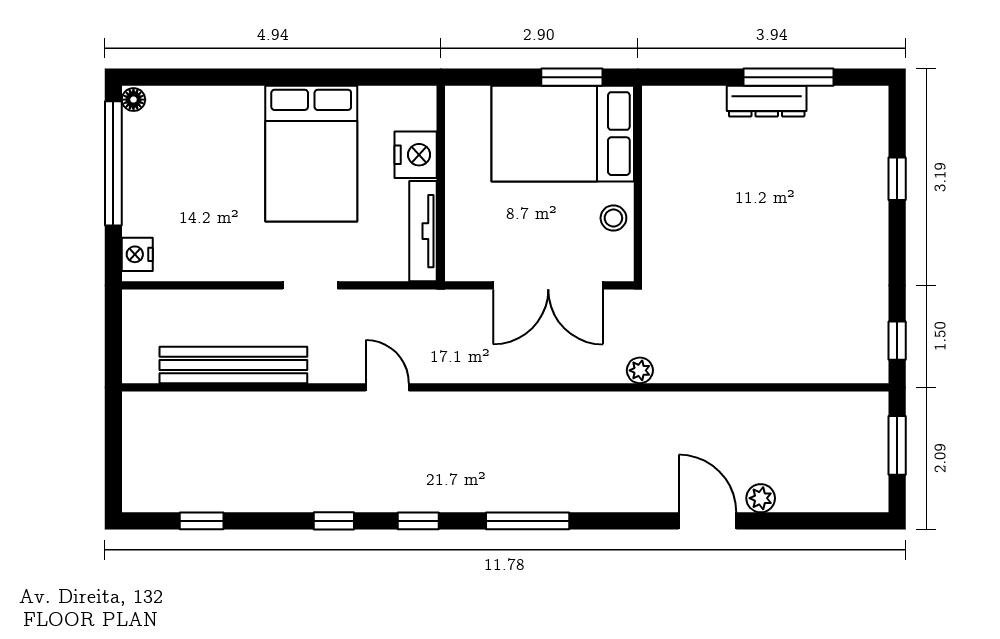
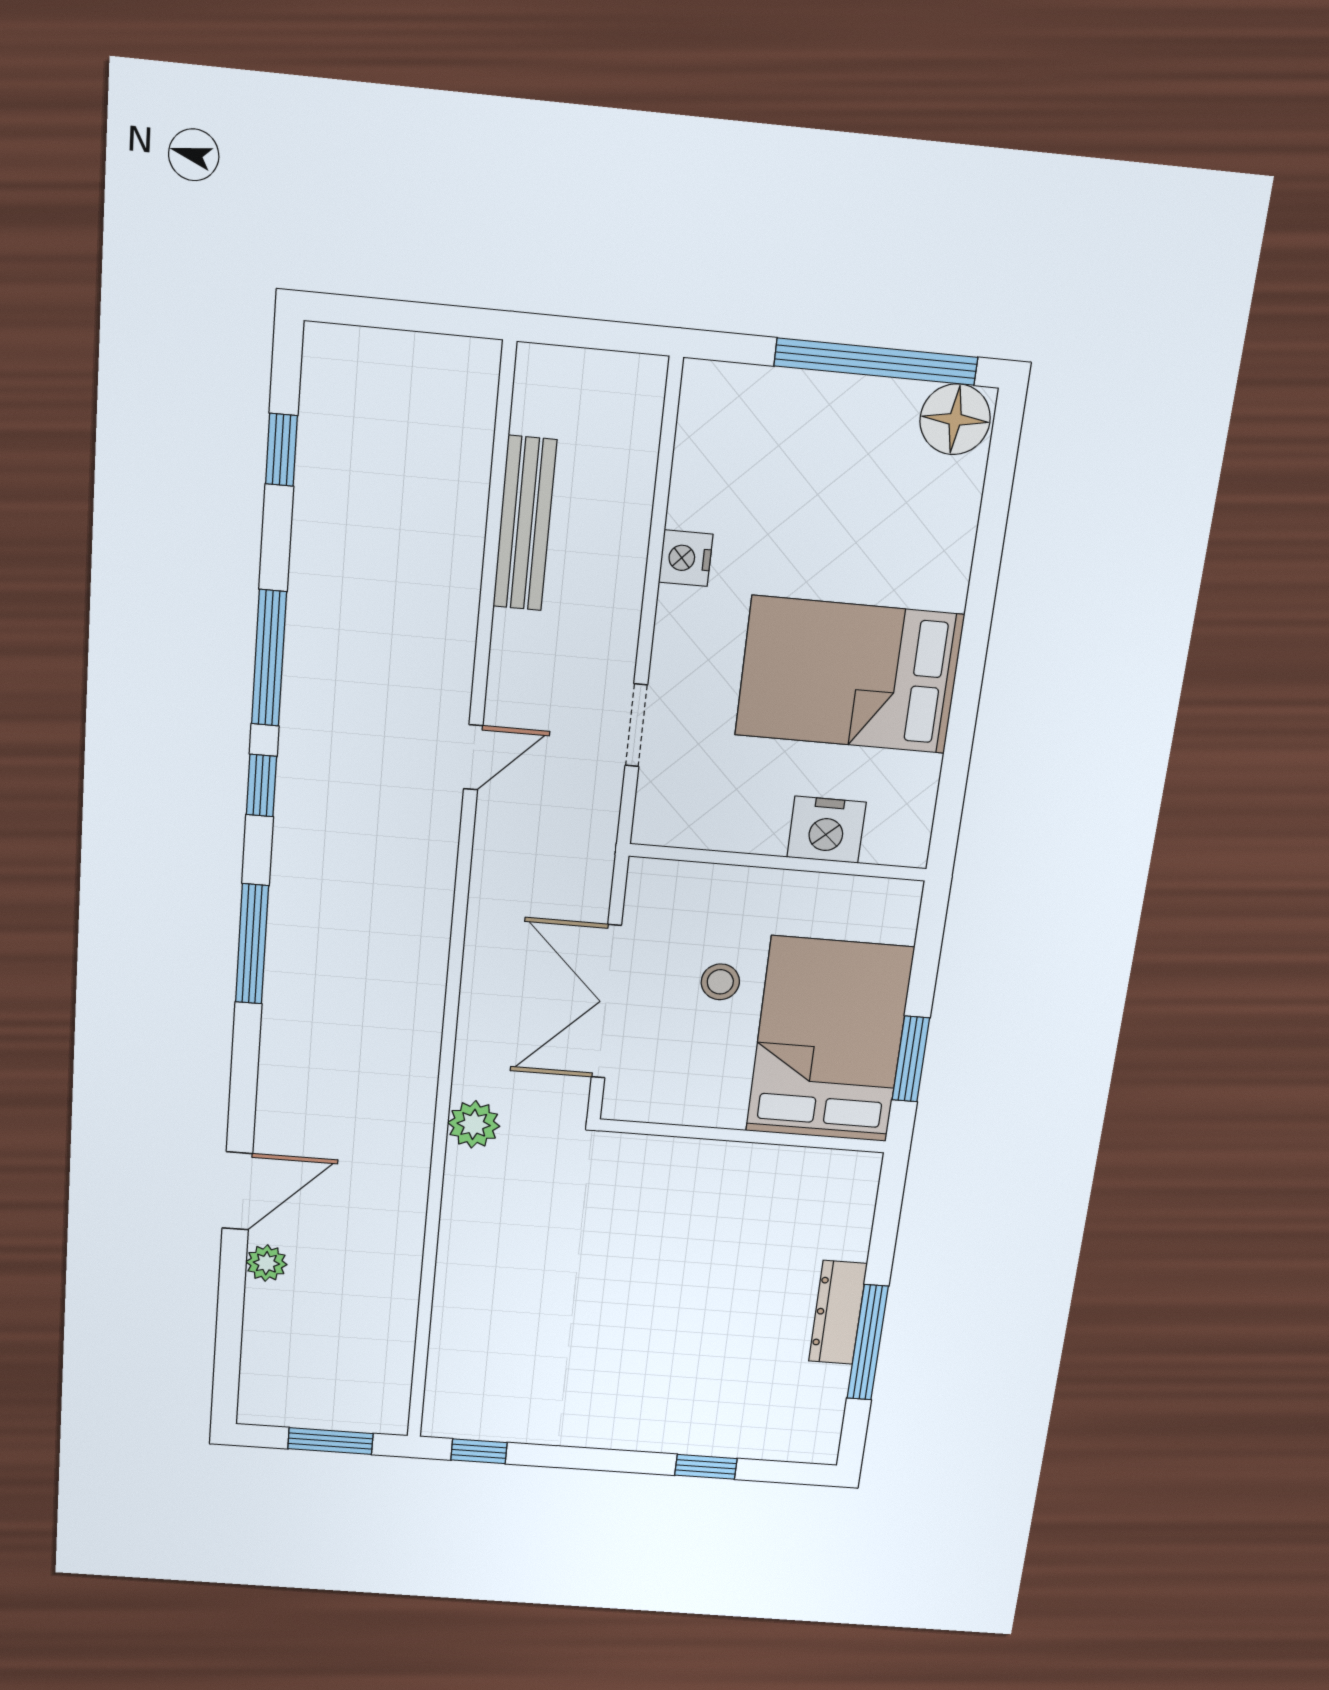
floor lamp: (133, 100) -> (955, 419), width x1.89, depth x1.89
stool: (613, 218) -> (720, 982), moved
tv unit: (423, 231) -> (709, 831), removed
nightstand: (137, 254) -> (686, 558), moved, turned -90
doorway: (310, 285) -> (636, 725), moved
bench: (233, 365) -> (525, 524), width x0.73, depth x0.82
plant: (640, 370) -> (474, 1124), width x1.38, depth x1.38
window: (334, 521) -> (269, 658), width x2.17

